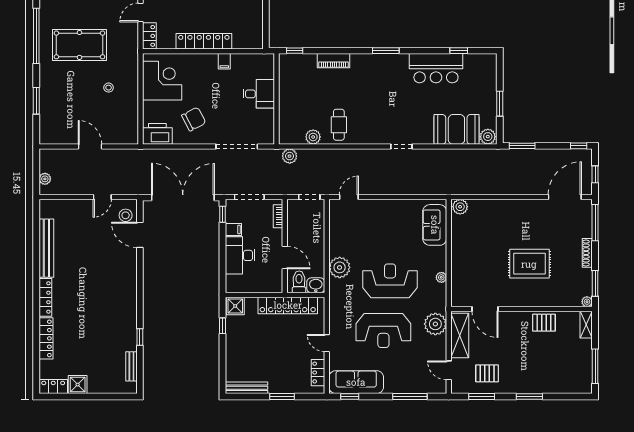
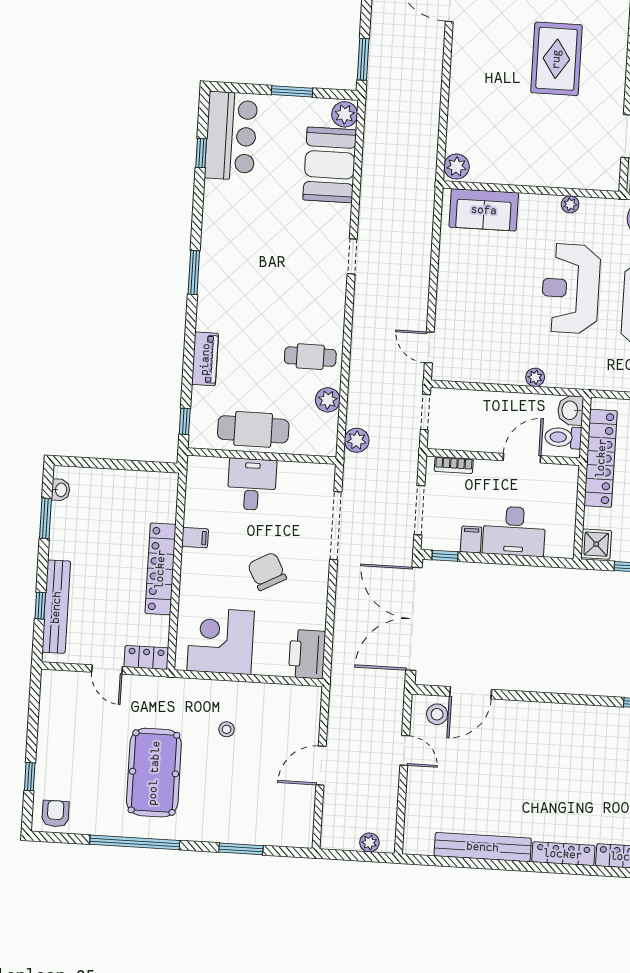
bar counter: (436, 68) -> (231, 136), moved
cafe table: (292, 93) -> (253, 429), added
chair: (194, 119) -> (267, 571), moved
plant: (340, 267) -> (535, 377), width x0.53, depth x0.53

